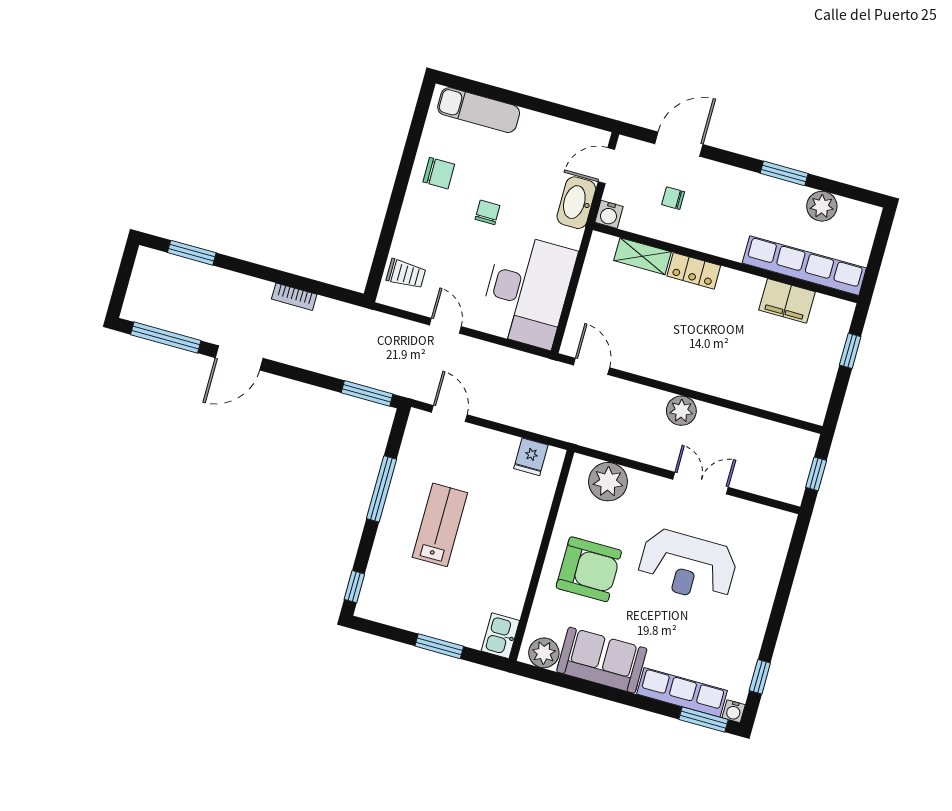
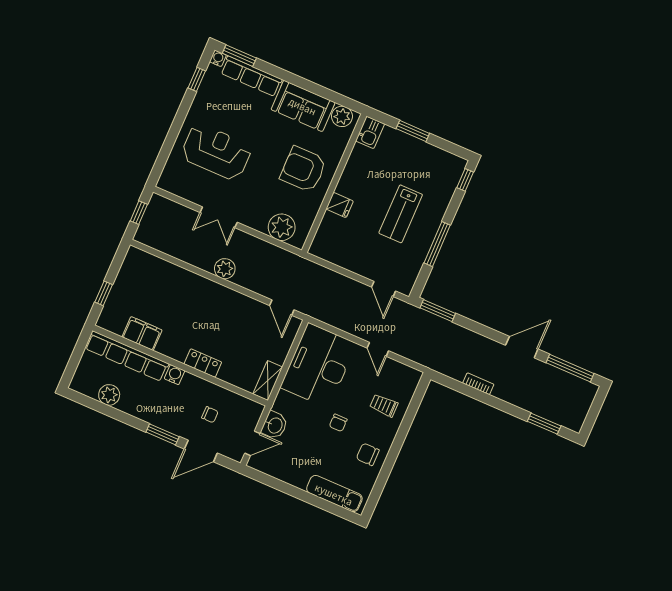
window: (784, 173) -> (163, 434), moved
washbasin: (576, 203) -> (275, 425), width x0.72
water cooler: (609, 214) -> (175, 375), moved
shelving: (642, 256) -> (268, 381), moved, turned 90
trolley: (406, 274) -> (384, 405), moved
fridge: (531, 457) -> (340, 205), moved, turned 90
reception desk: (688, 566) -> (216, 152), moved

